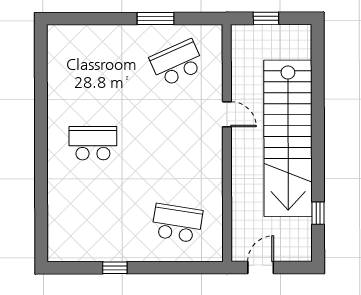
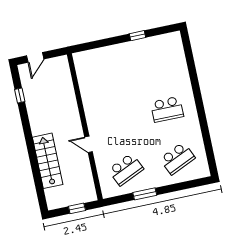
stairs: (288, 138) -> (48, 161), width x0.54, depth x0.66
school desk: (177, 223) -> (177, 158), moved, turned -33
door: (261, 267) -> (35, 57), moved

